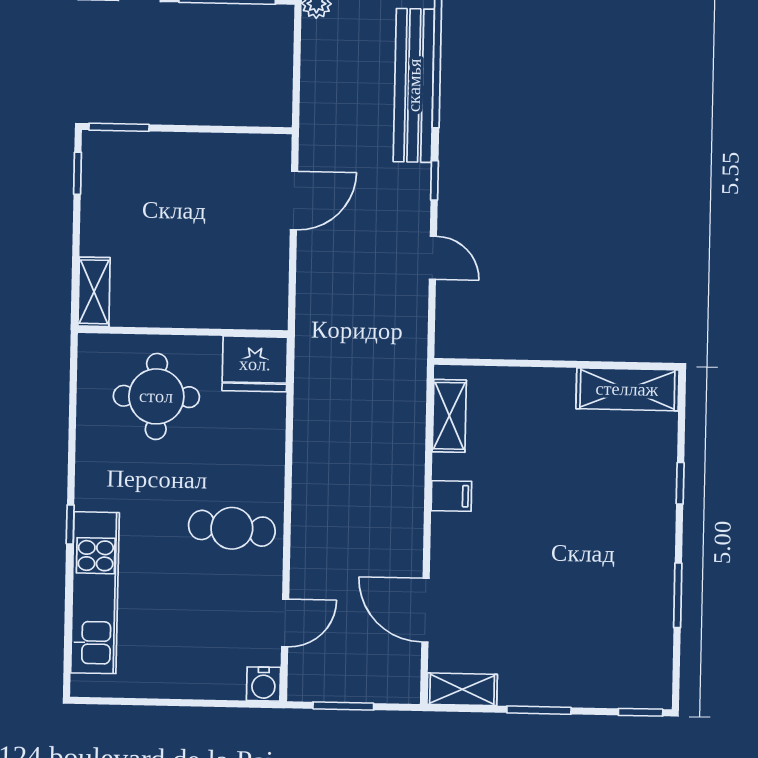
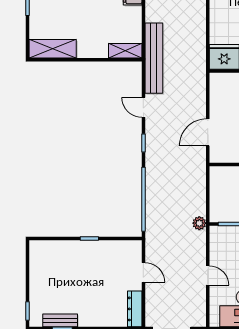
bench: (414, 85) -> (154, 58), moved
shelving: (449, 416) -> (125, 51), moved, turned 90

